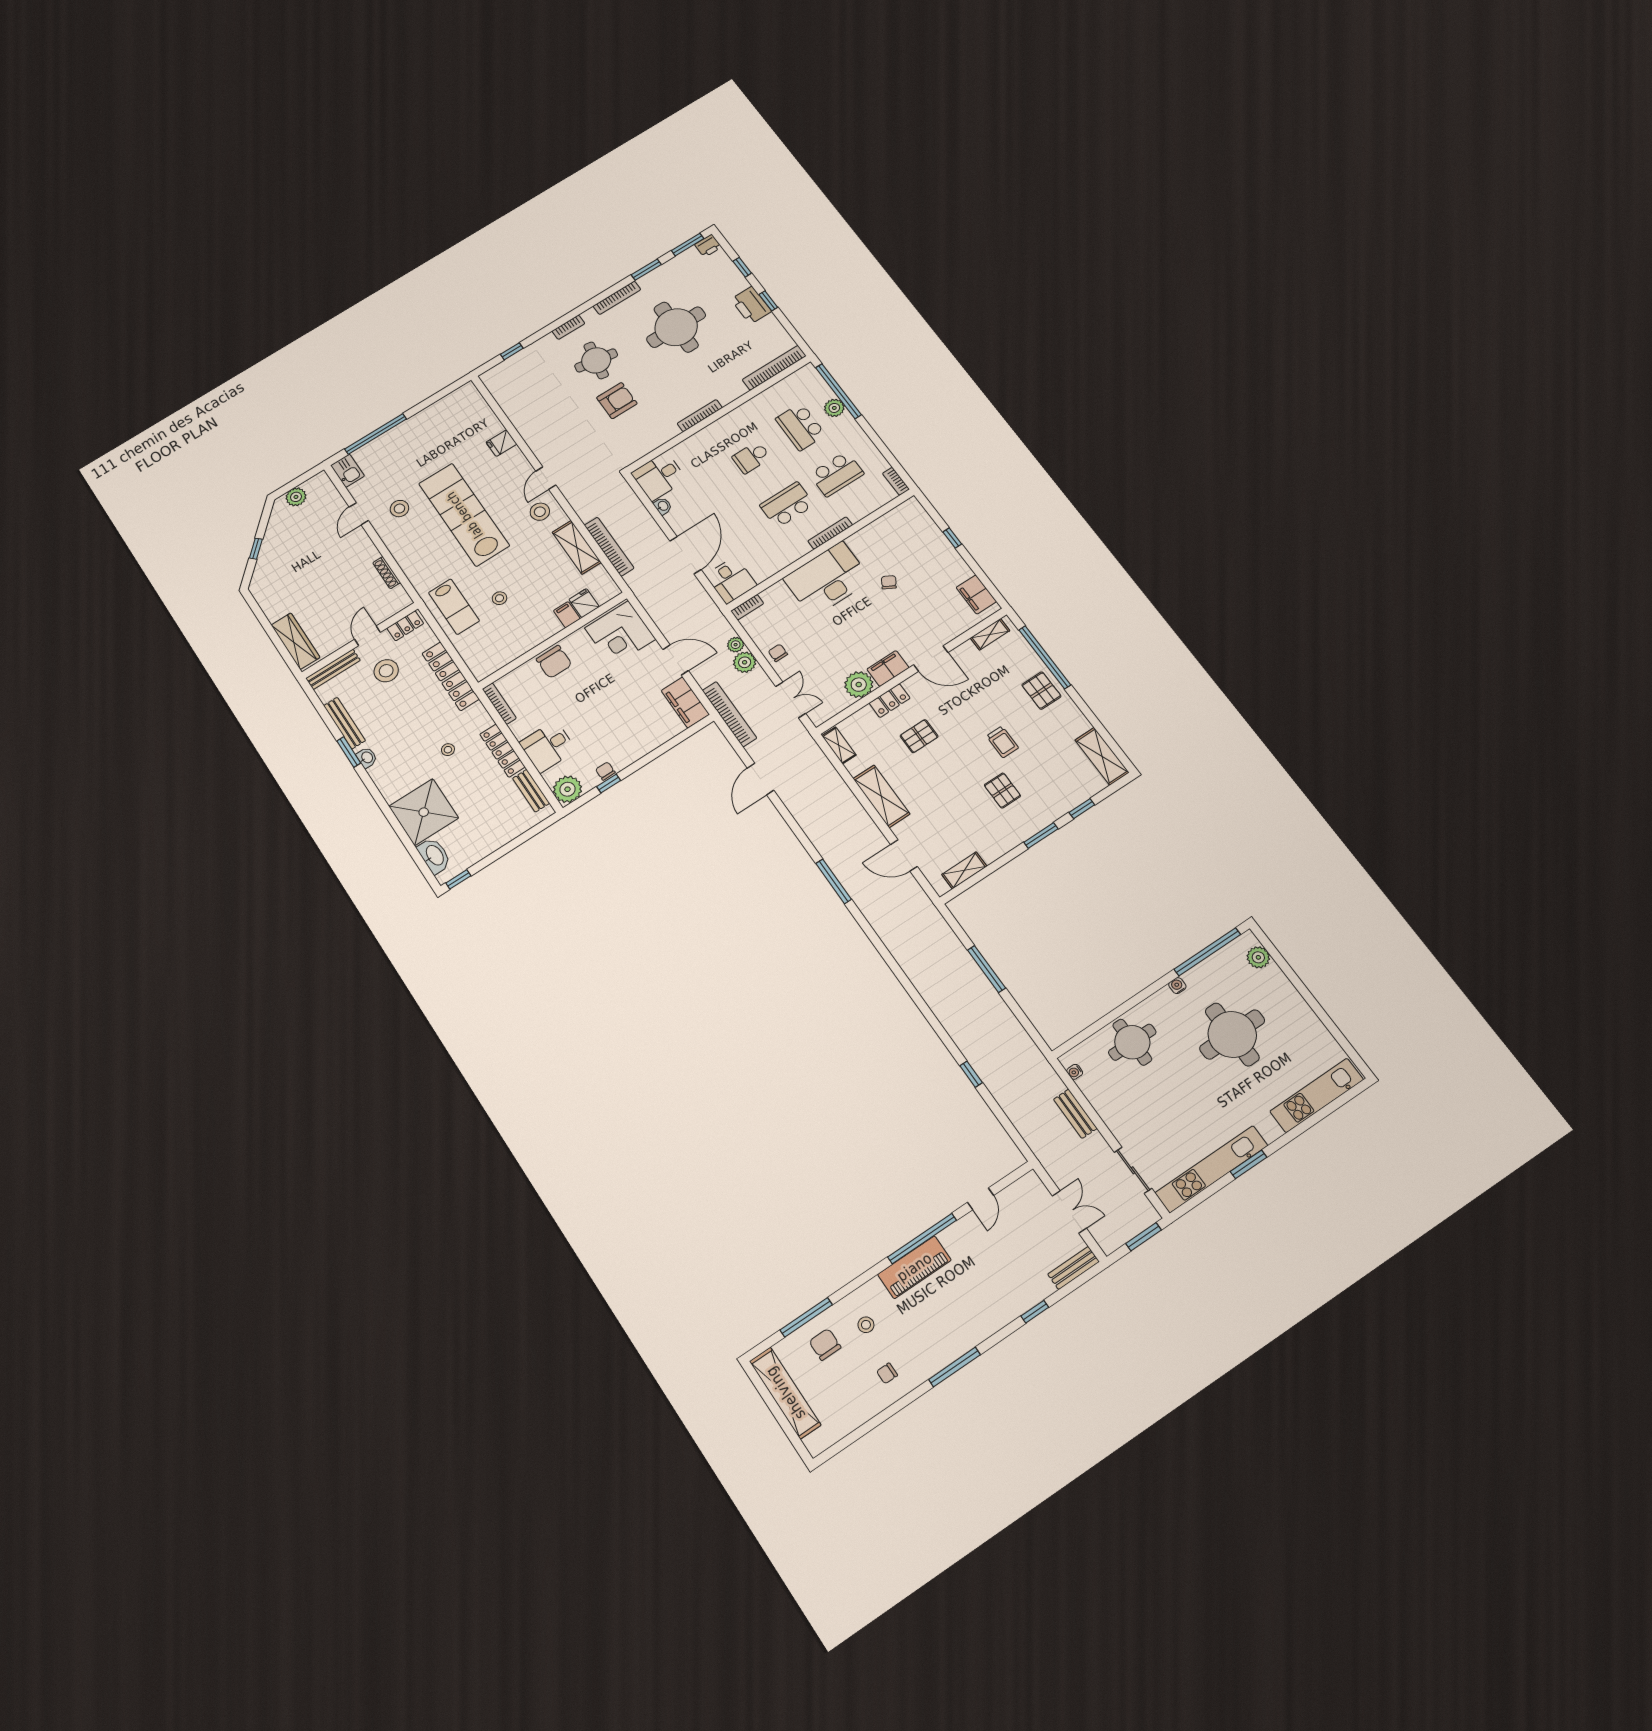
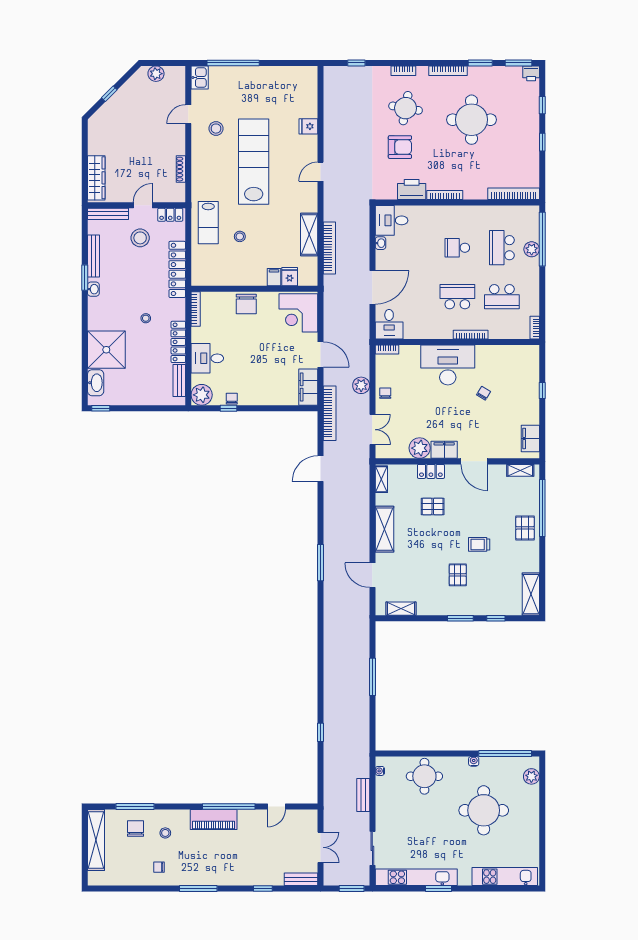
printer: (751, 305) -> (412, 189), moved, turned 90
stool: (540, 512) -> (302, 193), removed
plant: (736, 645) -> (363, 370), removed
trolley: (1002, 742) -> (479, 544), turned 90

